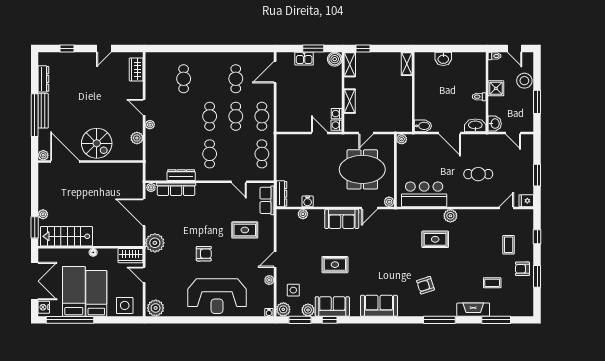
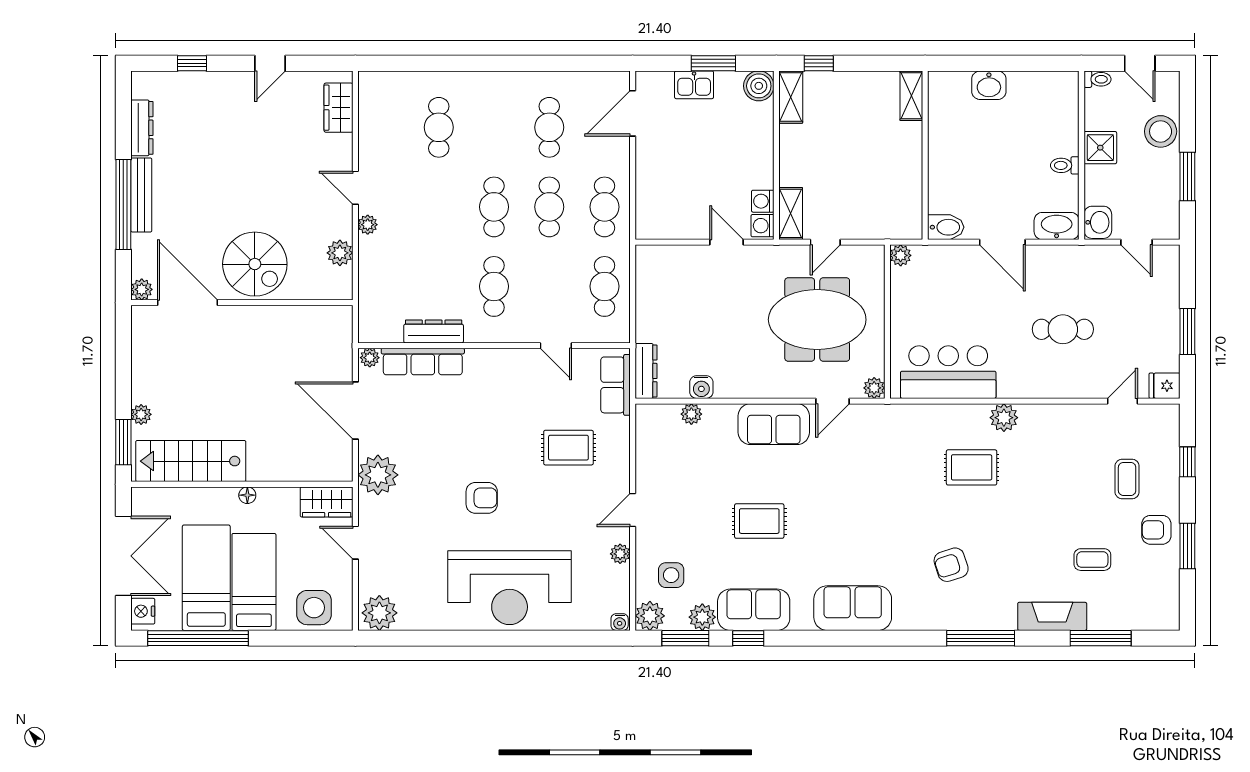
shelving: (350, 101) -> (791, 213), moved

